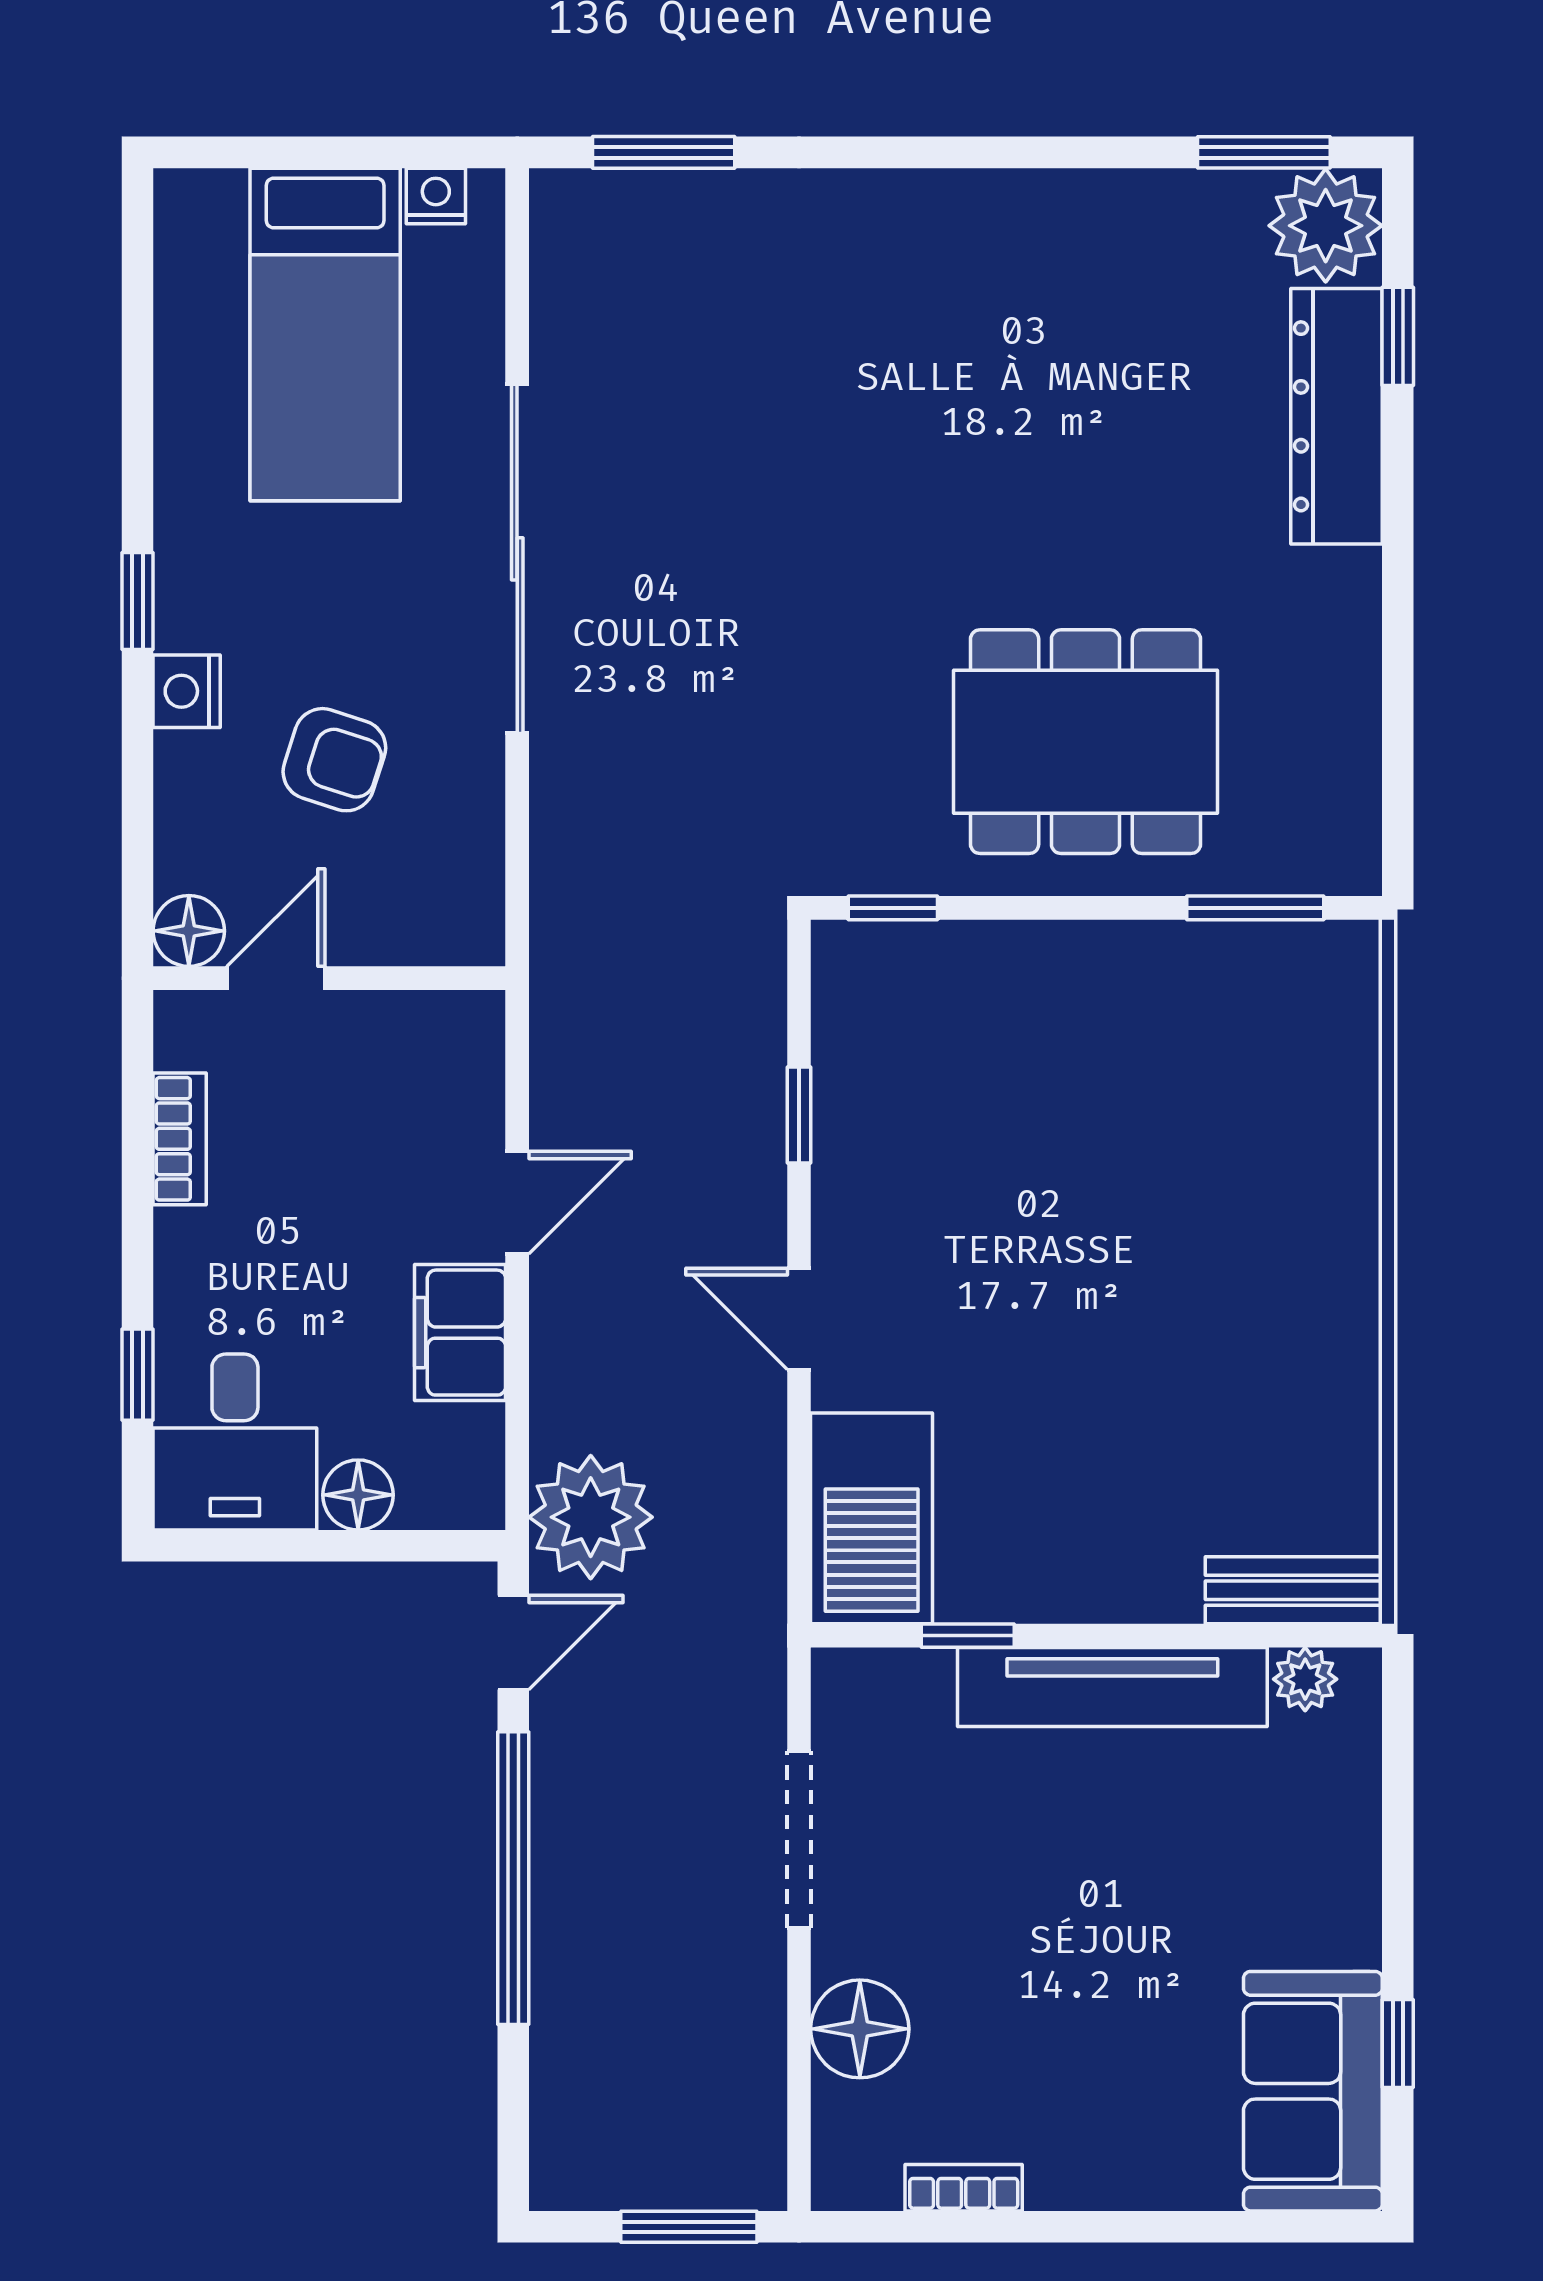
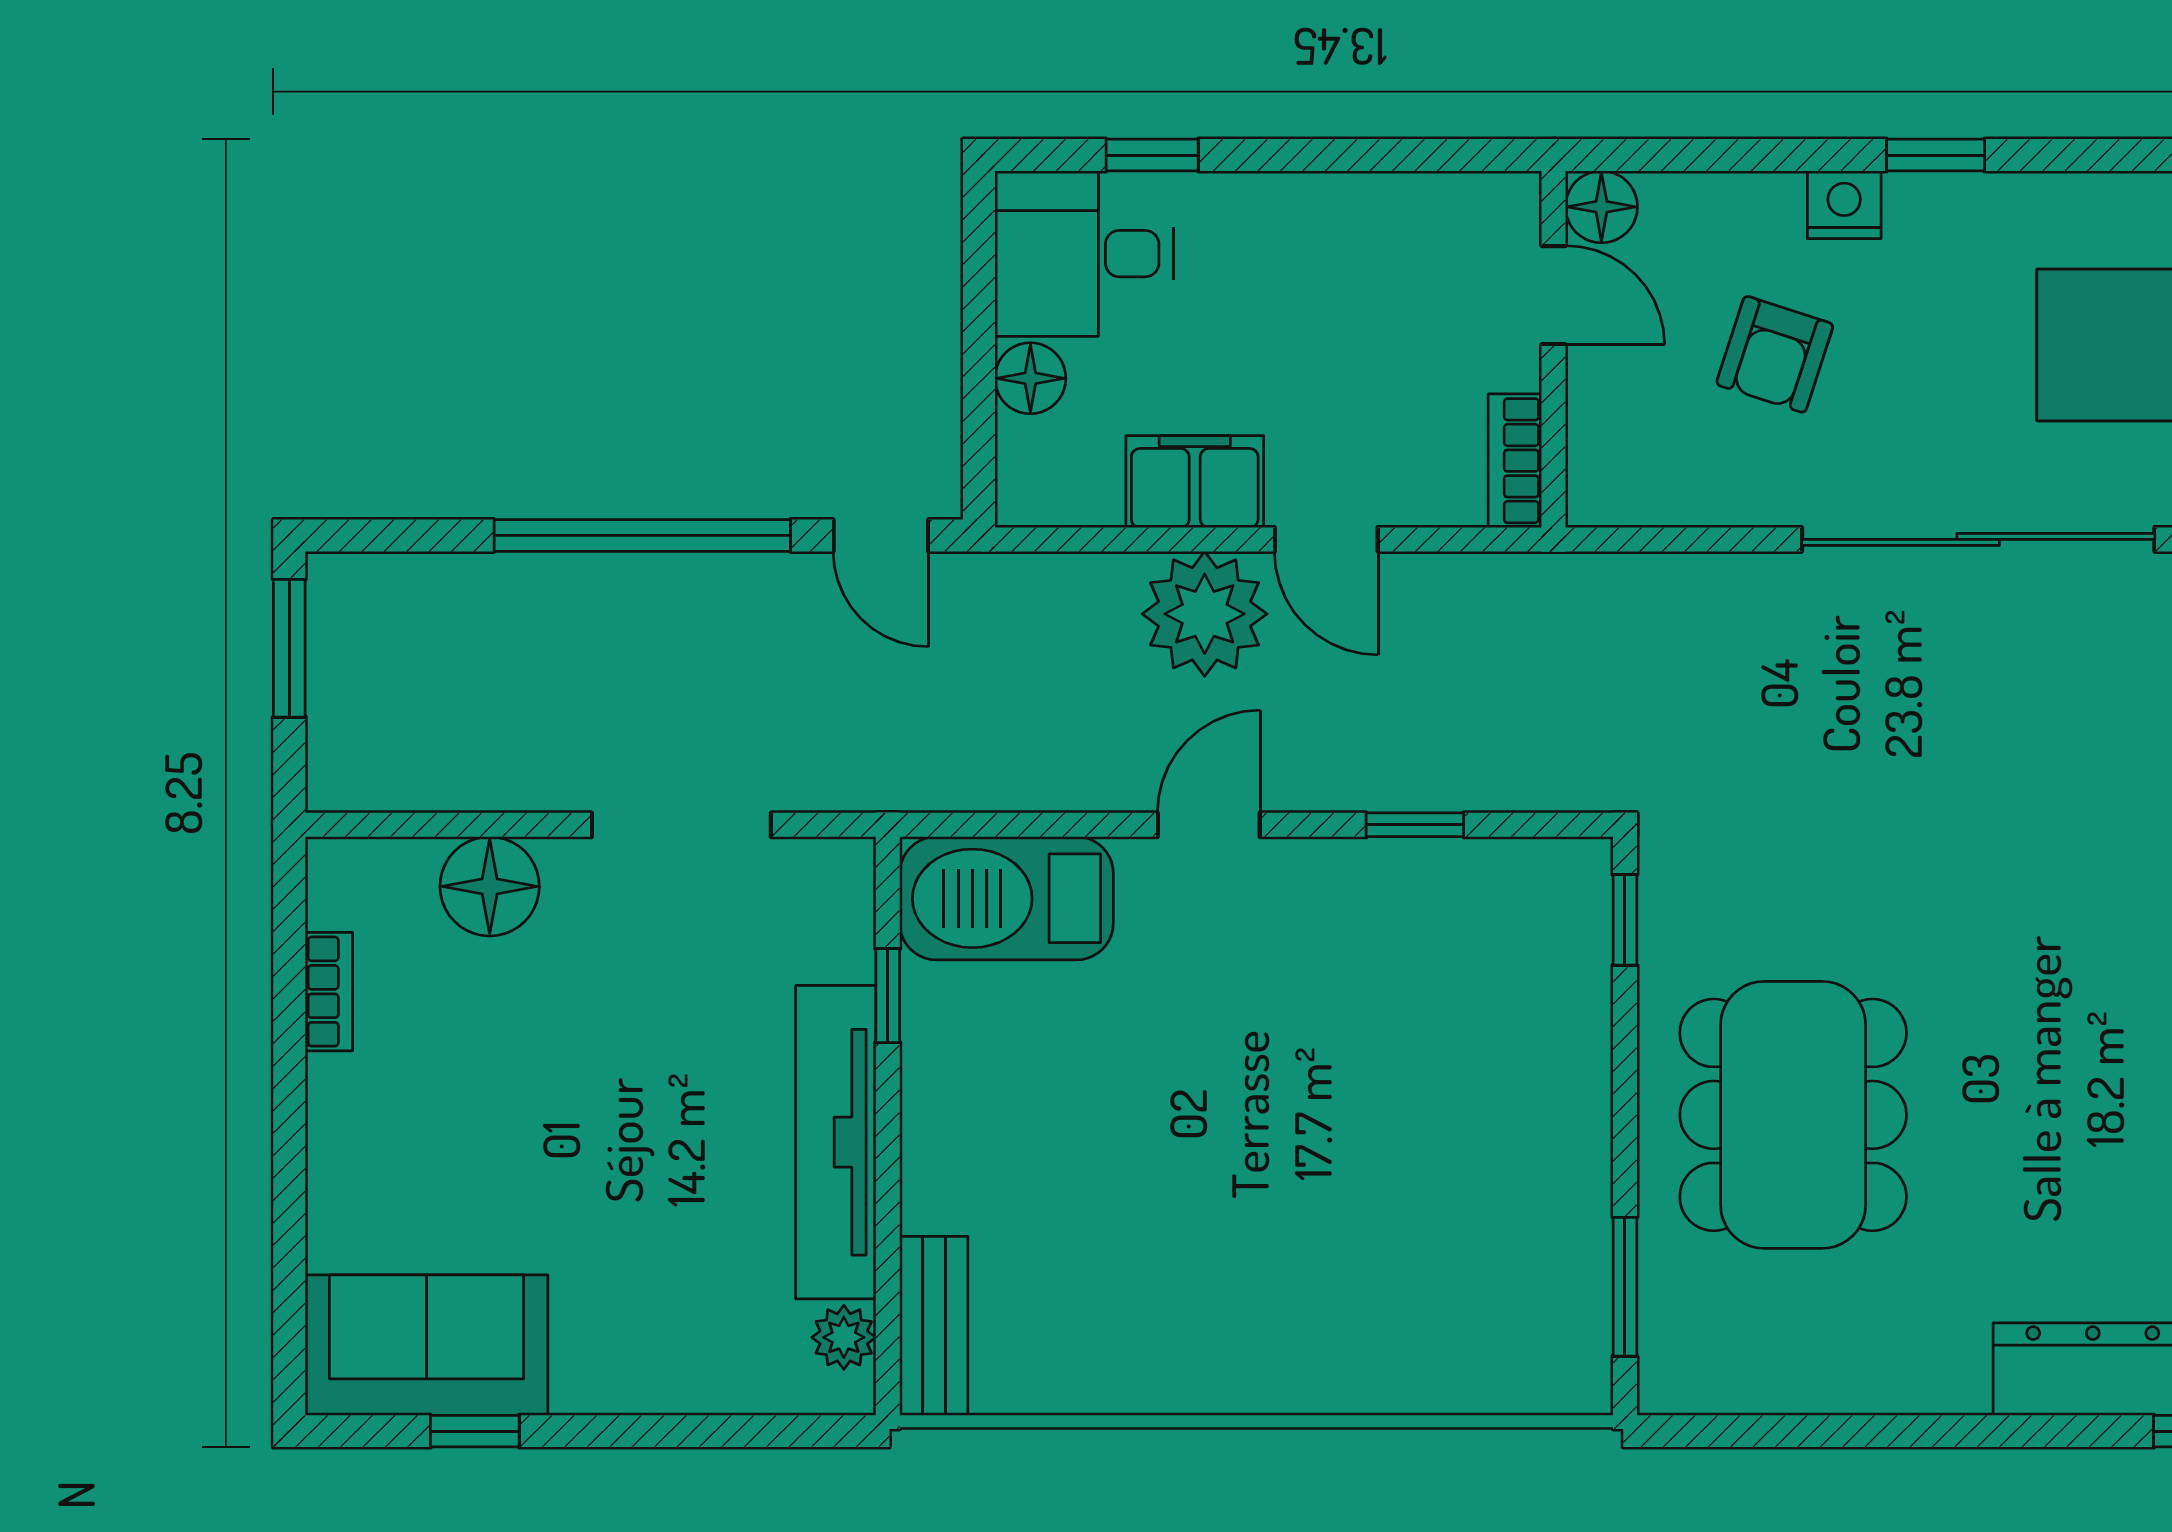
bookcase: (180, 1139) -> (1515, 461), moved, turned 90
plant: (591, 1517) -> (1205, 614), moved
window: (689, 2227) -> (289, 648), moved

